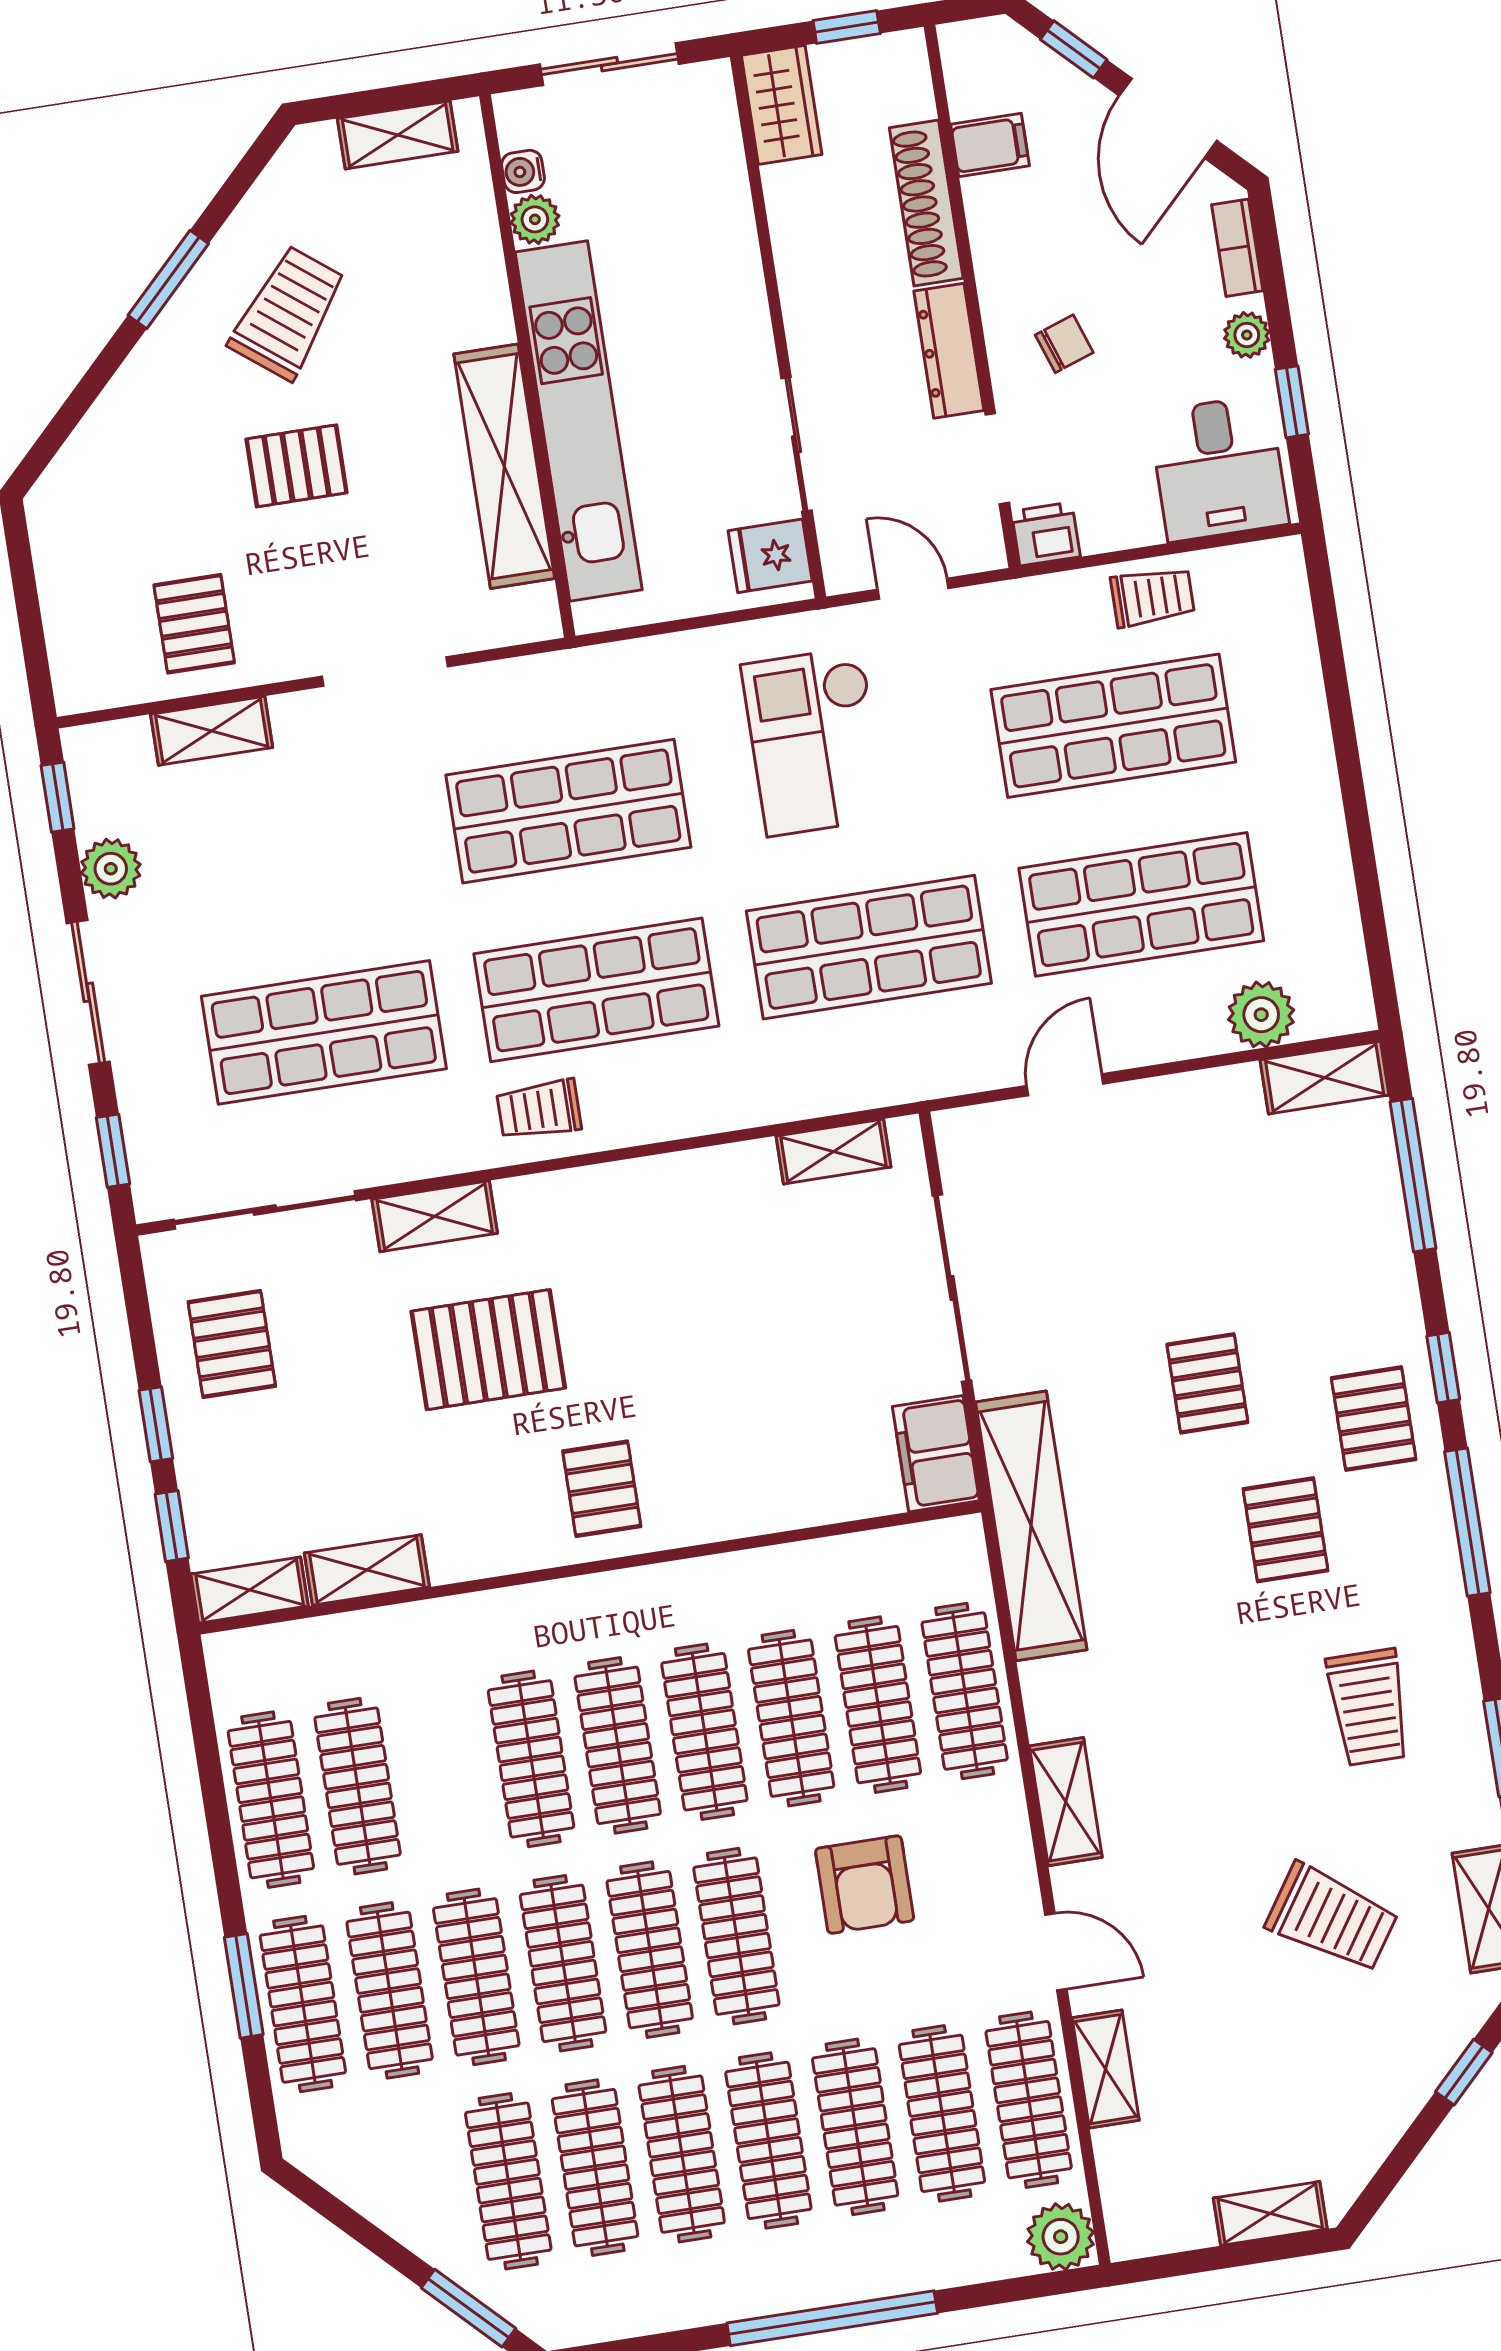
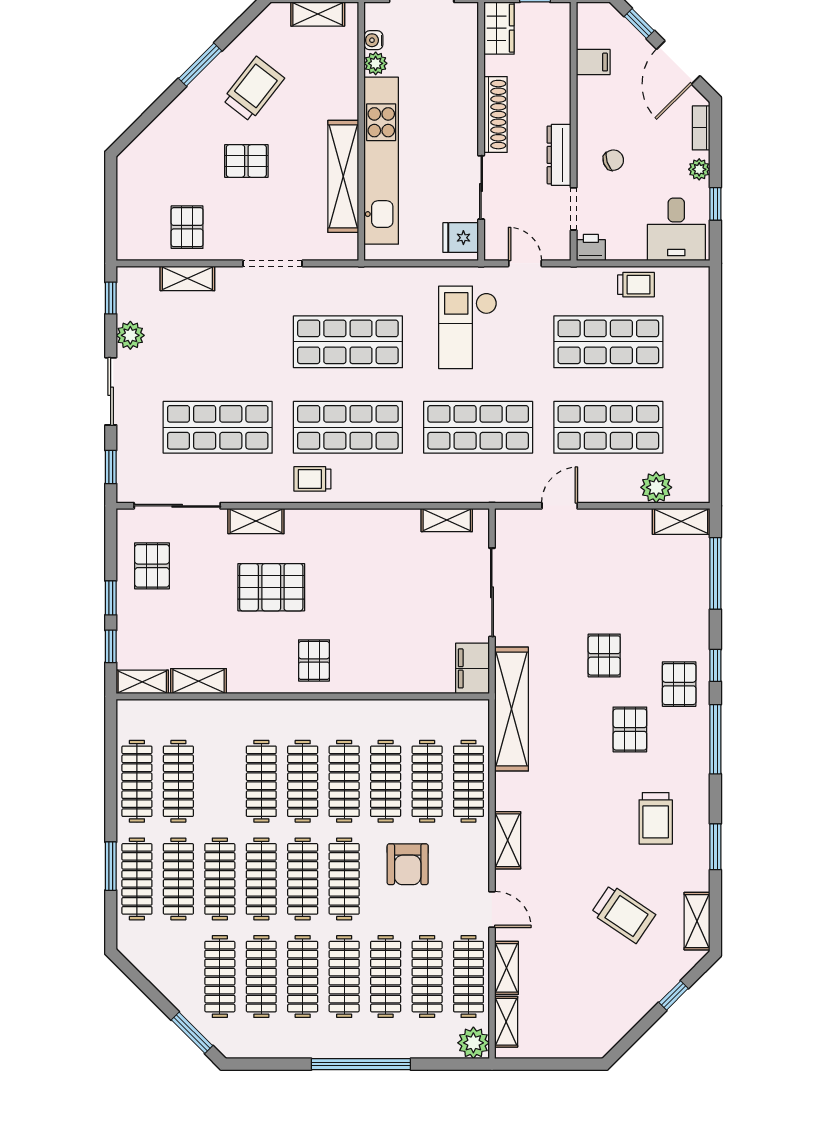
shoe rack: (926, 203) -> (496, 115), moved, turned 180
shelving: (1270, 2213) -> (506, 1022), moved, turned 90

